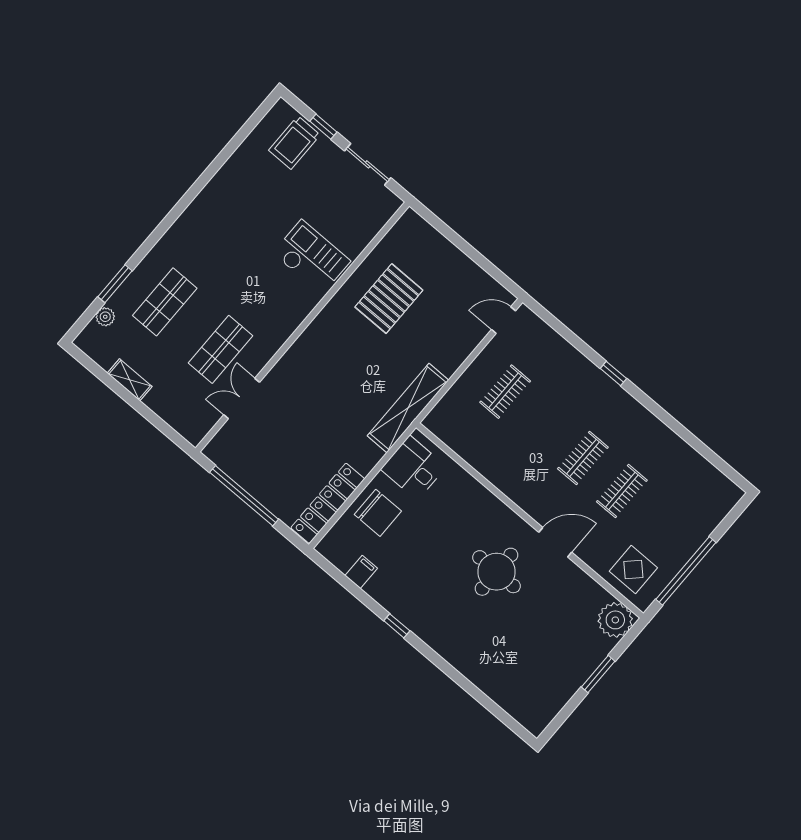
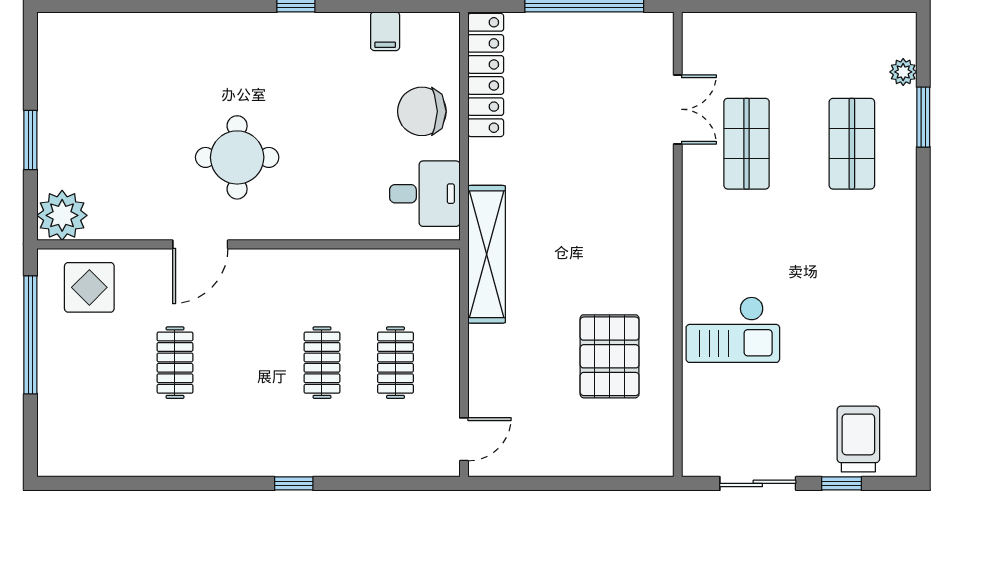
shelving: (130, 380) -> (818, 26), removed
clothes rail: (583, 458) -> (322, 363), moved

